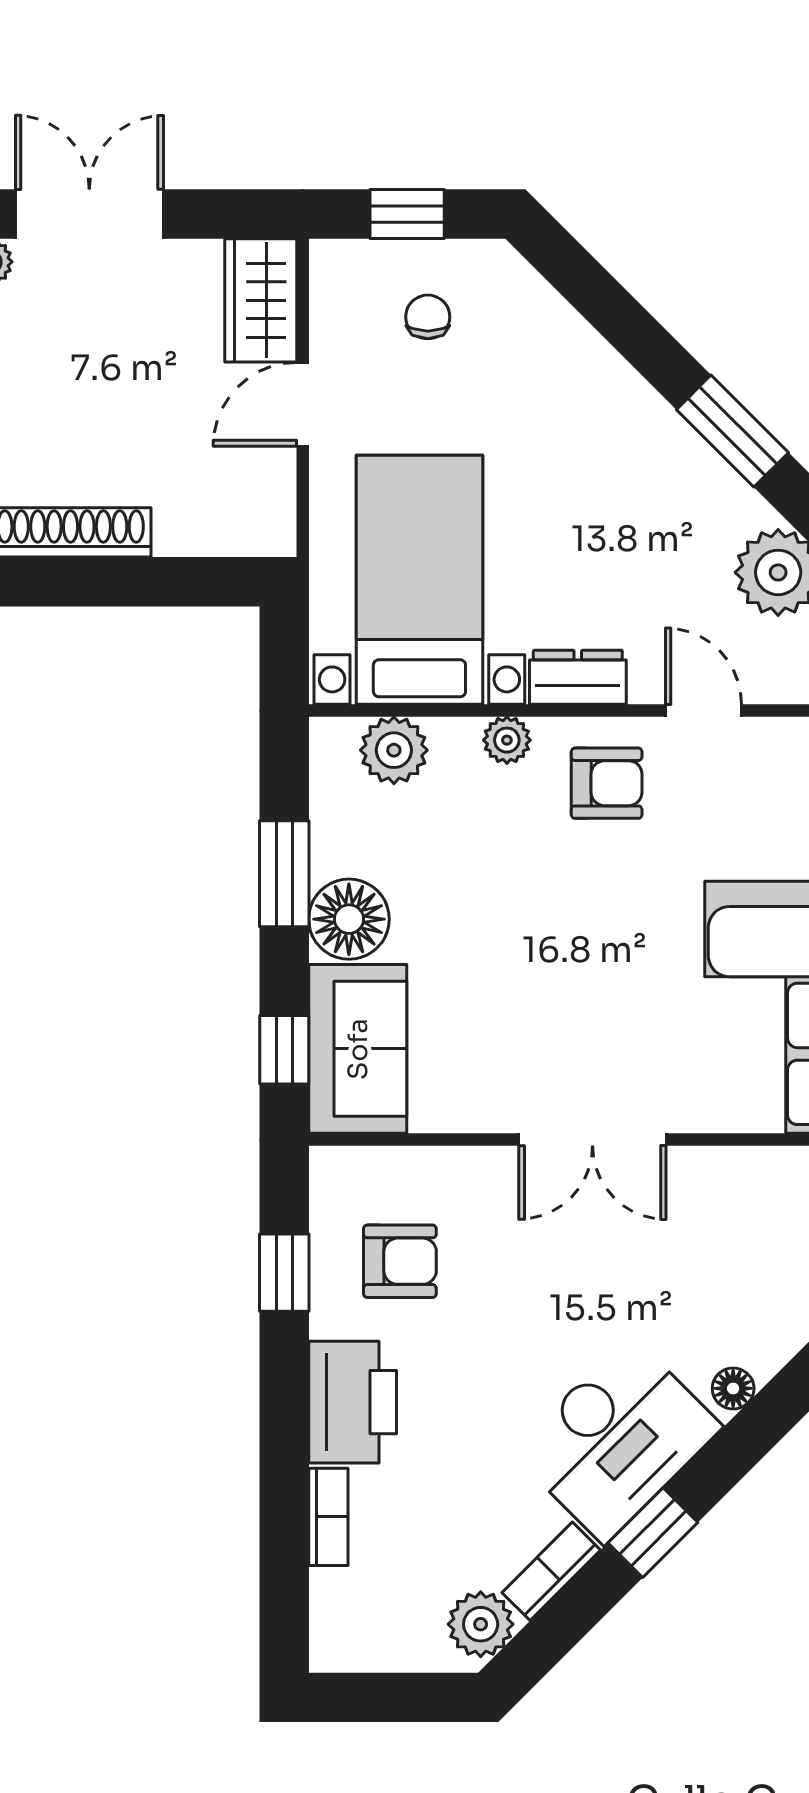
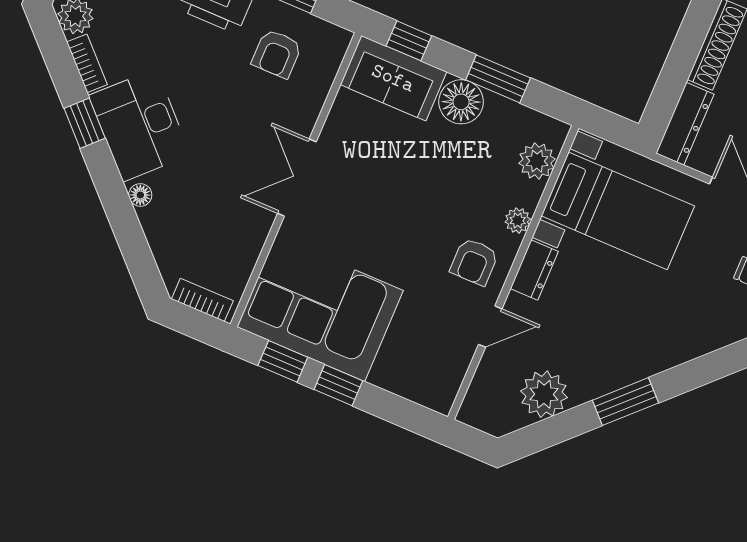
dresser: (226, 530) -> (685, 124), added

